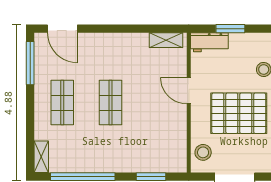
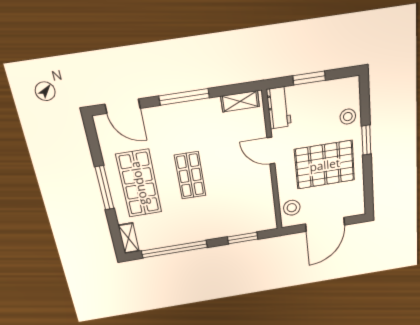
window: (117, 29) -> (184, 97), added
workbench: (209, 42) -> (279, 108), moved, turned -90
window: (30, 63) -> (105, 188), moved
shop shelf: (62, 103) -> (139, 183), width x1.43, depth x1.36

